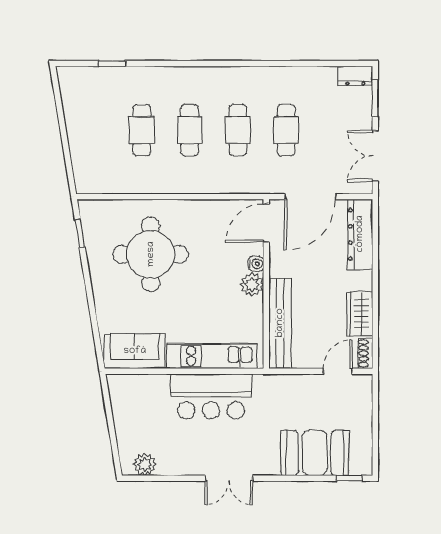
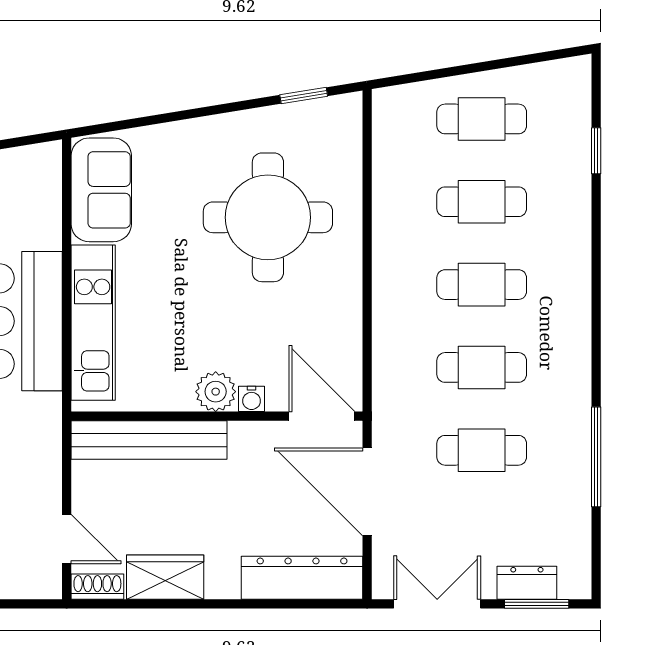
window: (290, 63) -> (596, 457), added
dresser: (355, 76) -> (527, 583), moved, turned 90
cafe table: (93, 130) -> (482, 119), added

